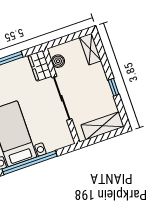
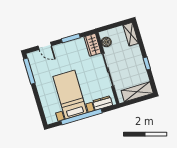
dresser: (57, 143) -> (103, 103), added

